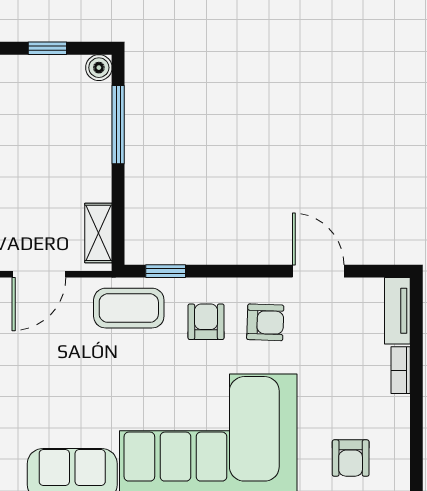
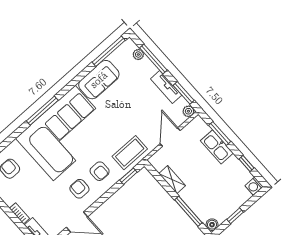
shelving: (98, 233) -> (172, 180), moved
armchair: (265, 322) -> (79, 189), turned 88

